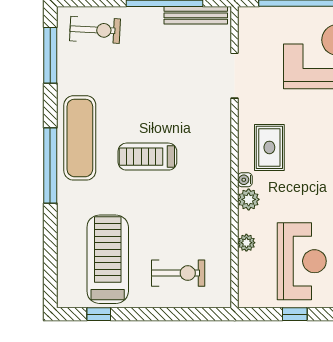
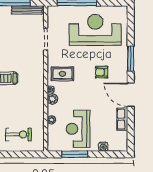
rug: (269, 147) -> (62, 74), turned 90
reception desk: (302, 261) -> (78, 129), turned 180
window: (295, 314) -> (75, 154), width x2.17

